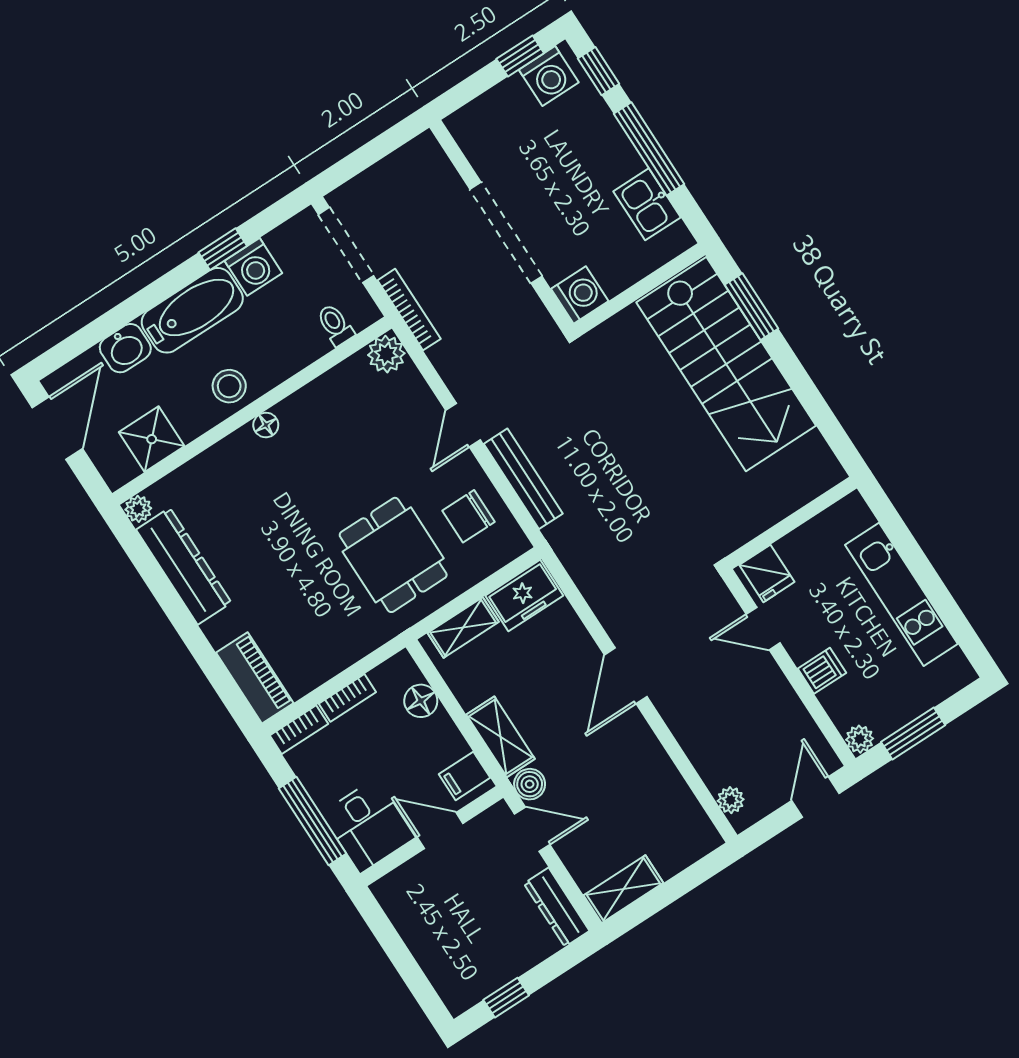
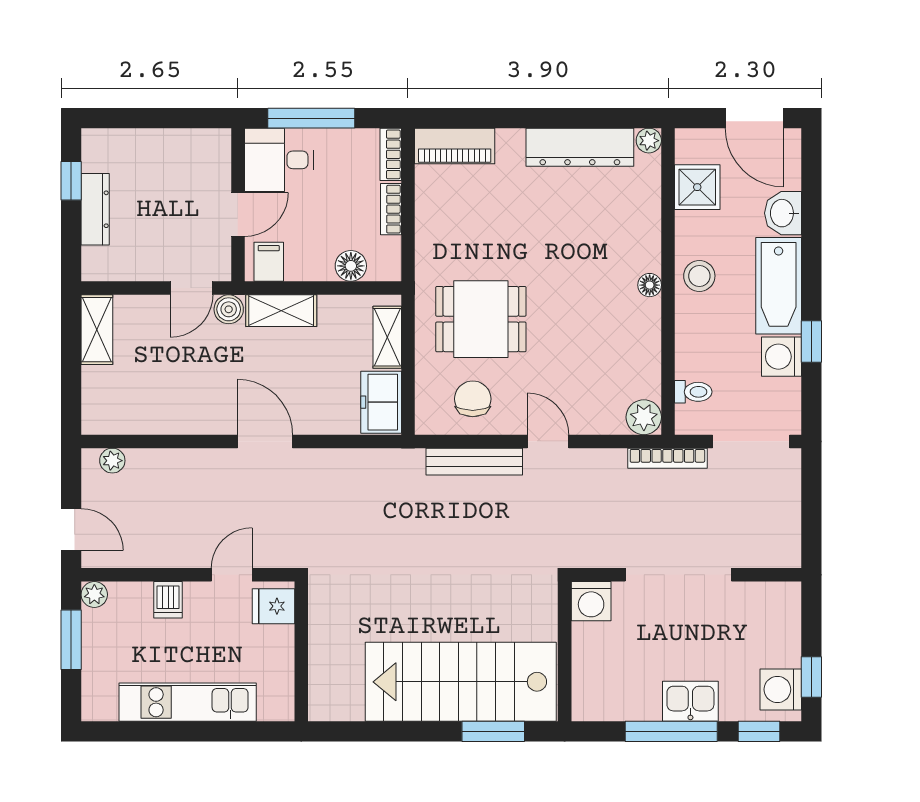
kitchen sink: (647, 204) -> (690, 701), moved
dresser: (557, 907) -> (95, 209), moved, turned 90

